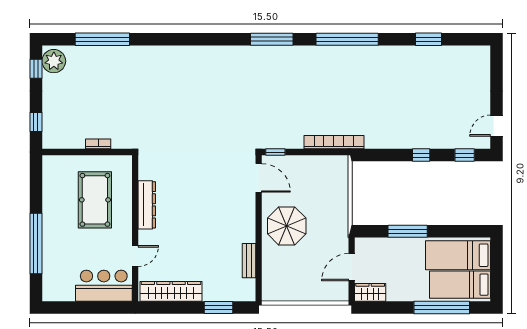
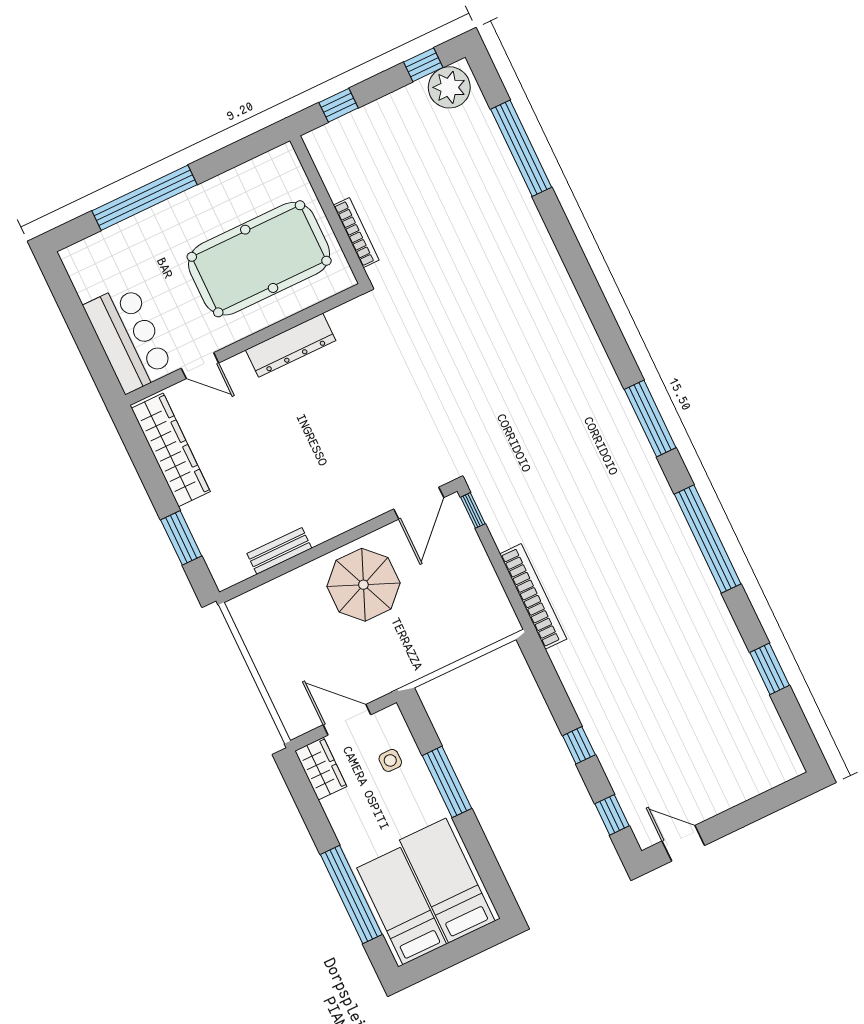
bookcase: (98, 144) -> (356, 233), width x1.56
pool table: (95, 200) -> (259, 259), width x1.36, depth x1.32
side table: (383, 255) -> (390, 760), added

